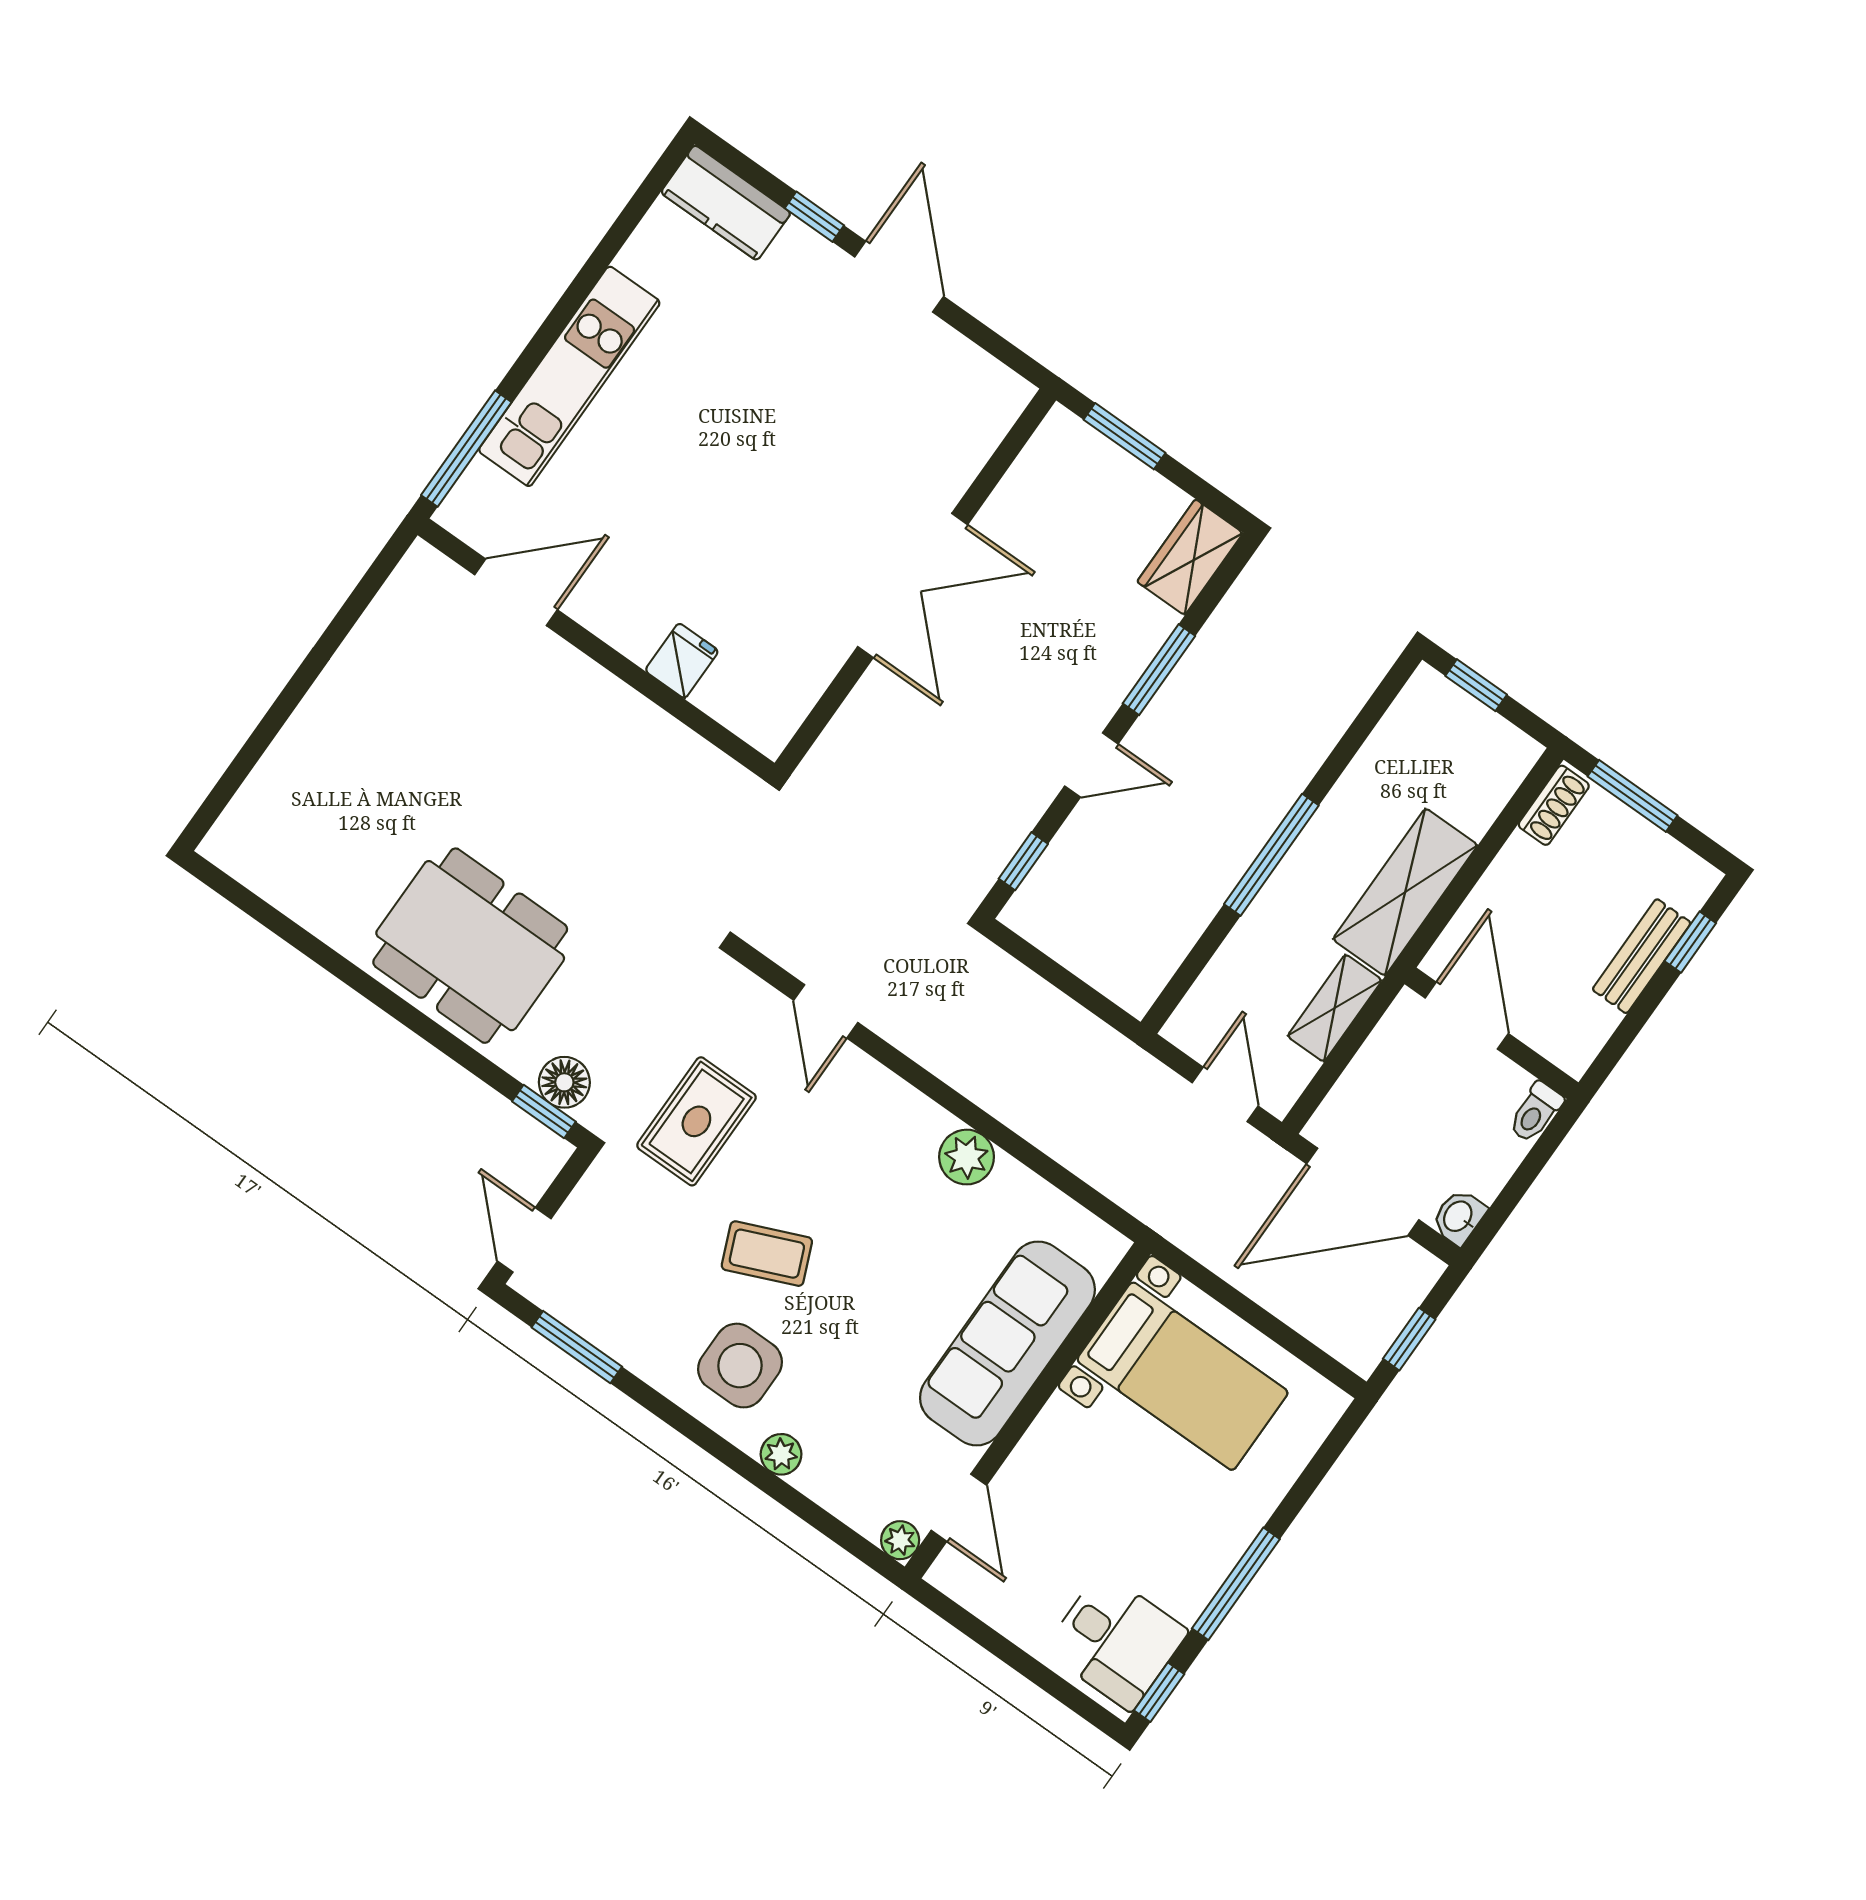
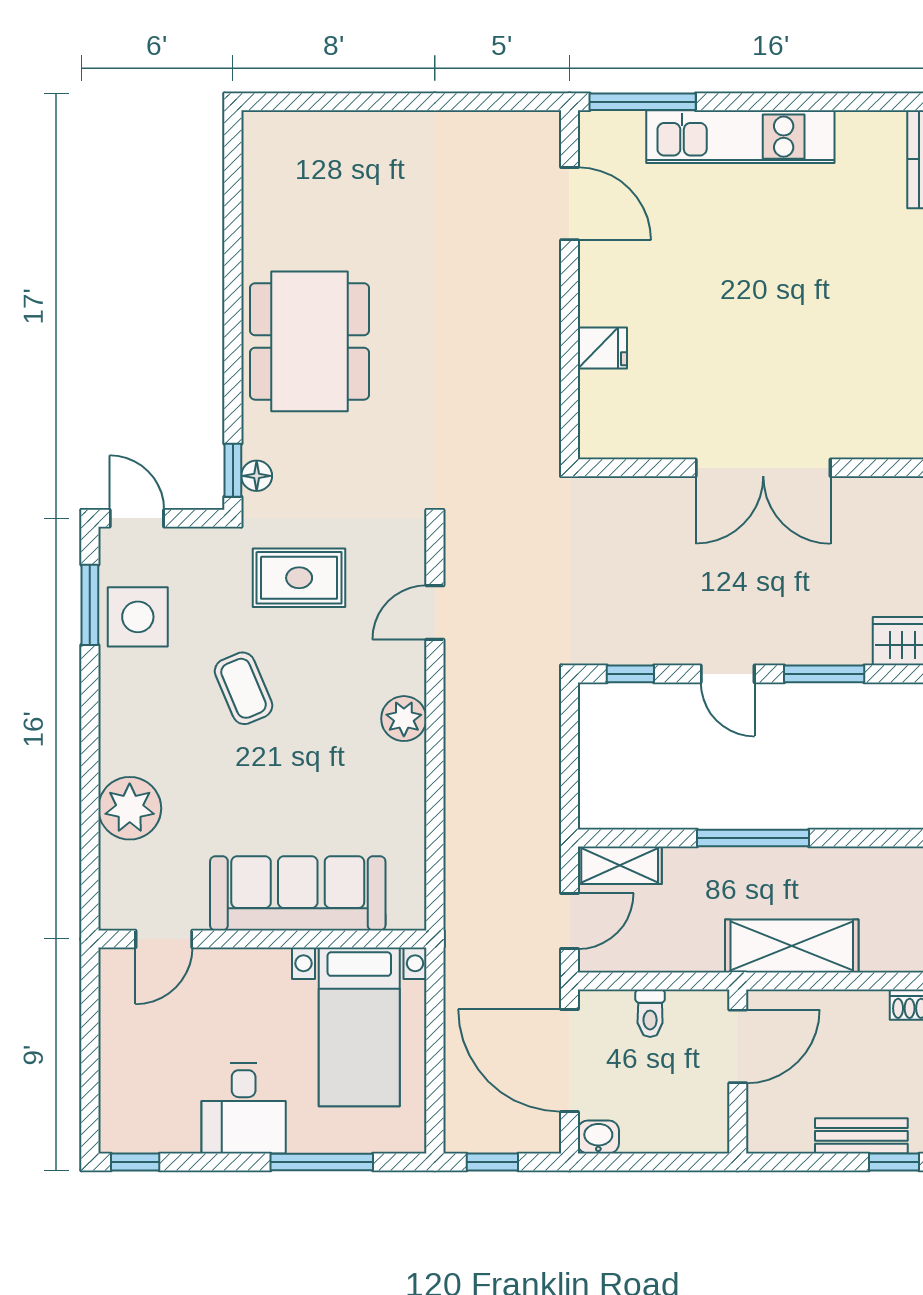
shelving: (1335, 1008) -> (620, 865), moved
floor lamp: (564, 1082) -> (257, 476), width x0.73, depth x0.73
toilet: (1536, 1112) -> (650, 1013), moved, turned -90
plant: (967, 1157) -> (404, 719), moved
door: (524, 1240) -> (137, 518), hinge flipped
side table: (740, 1366) -> (138, 617), moved
plant: (781, 1454) -> (130, 808), width x1.88, depth x1.88
plant: (900, 1540) -> (114, 915), removed
window: (1236, 1584) -> (322, 1162), moved
desk: (1116, 1641) -> (244, 1108), moved

